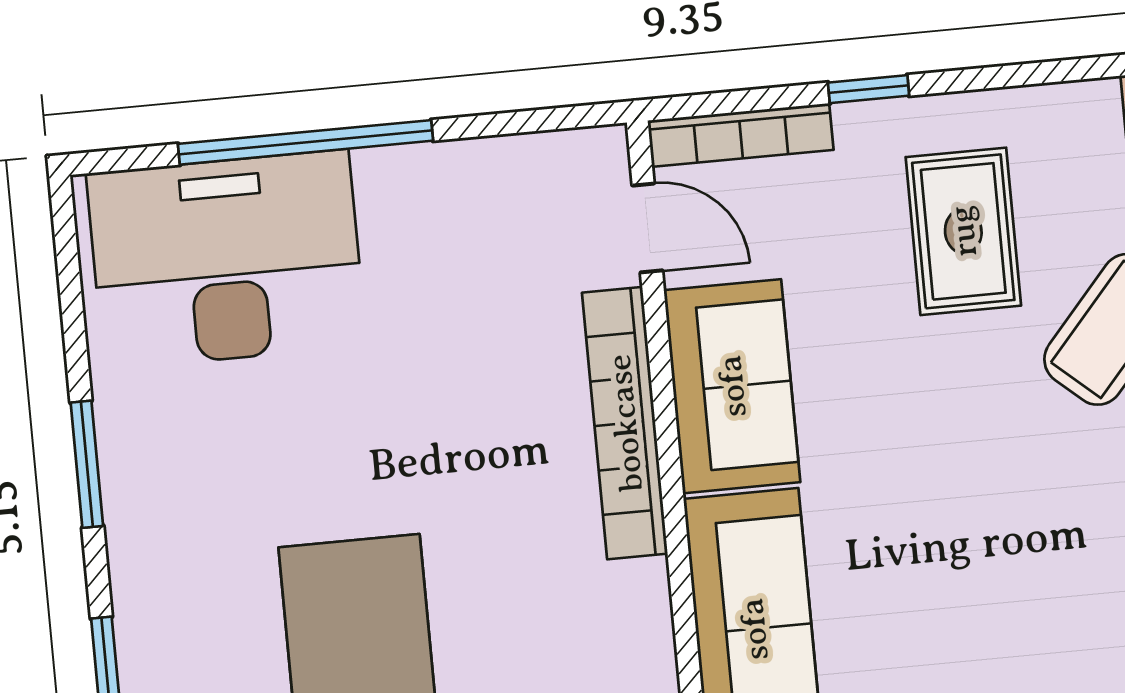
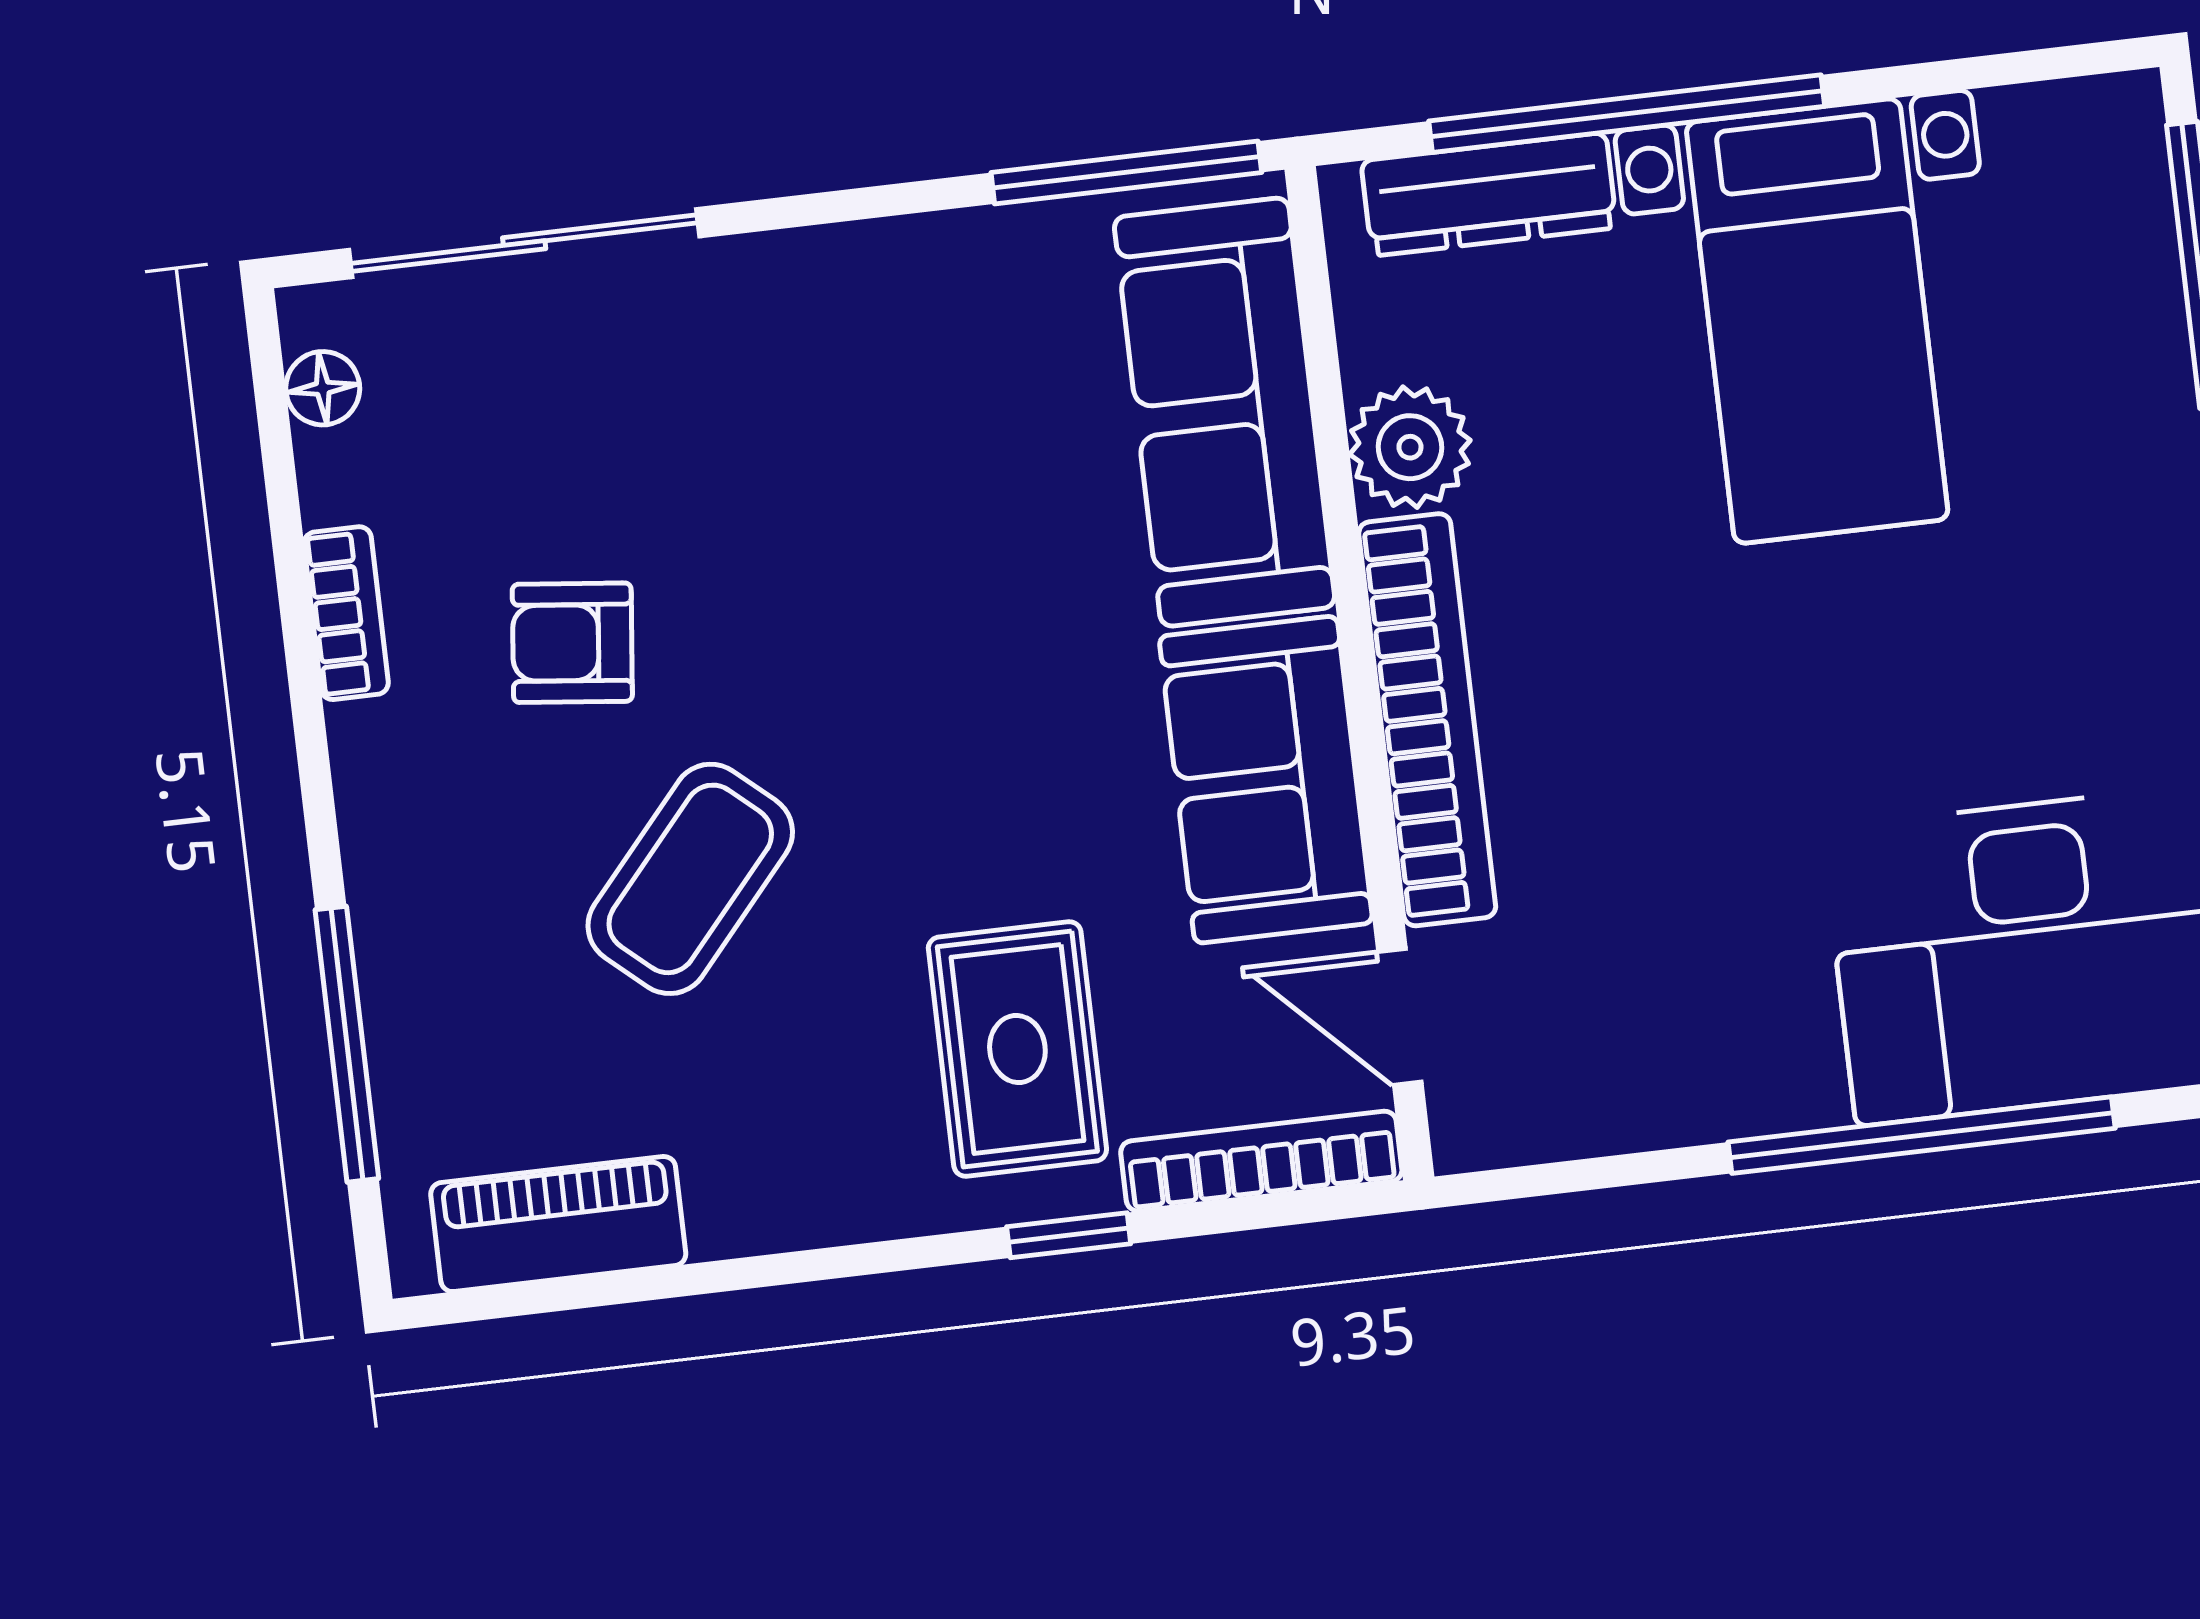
rug: (963, 231) -> (1017, 1049), moved
plant: (632, 603) -> (1410, 447), added

